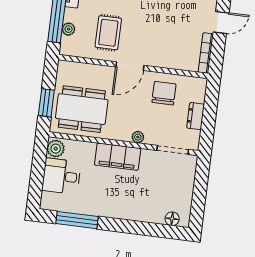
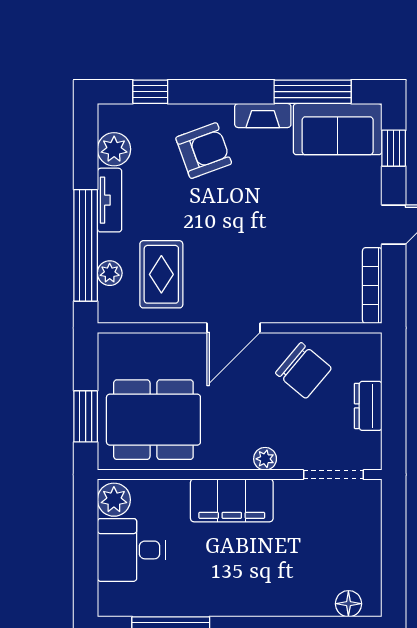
rug: (108, 33) -> (161, 274), moved
chair: (164, 93) -> (304, 371), turned 130

